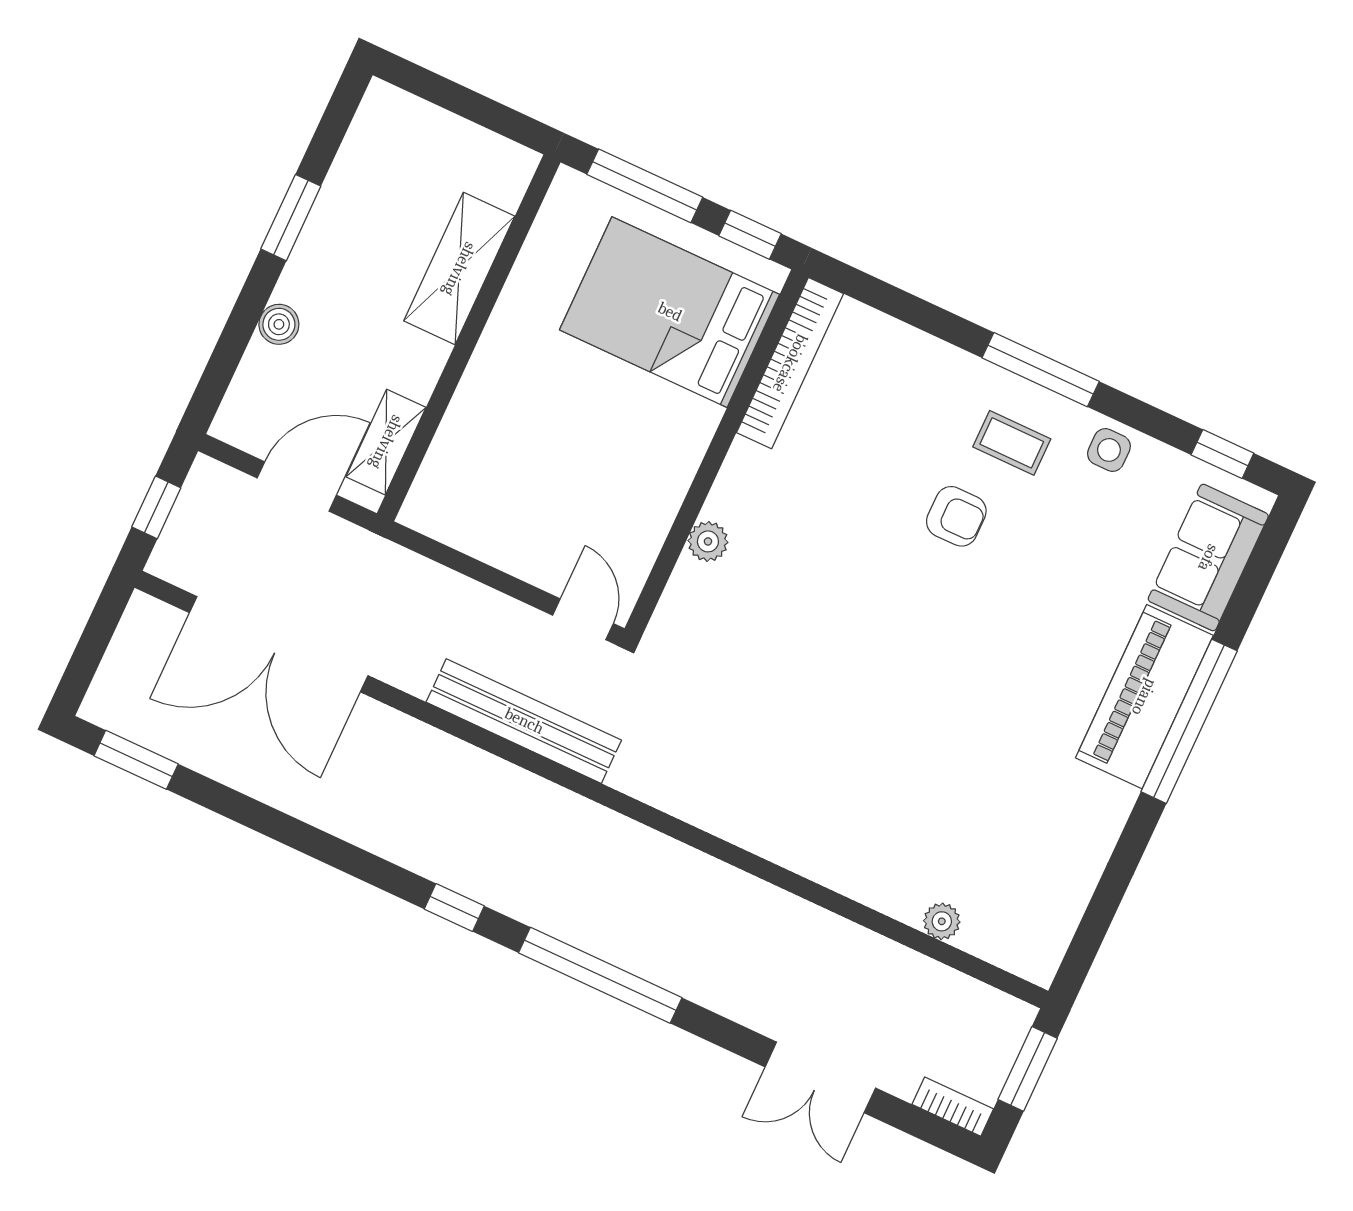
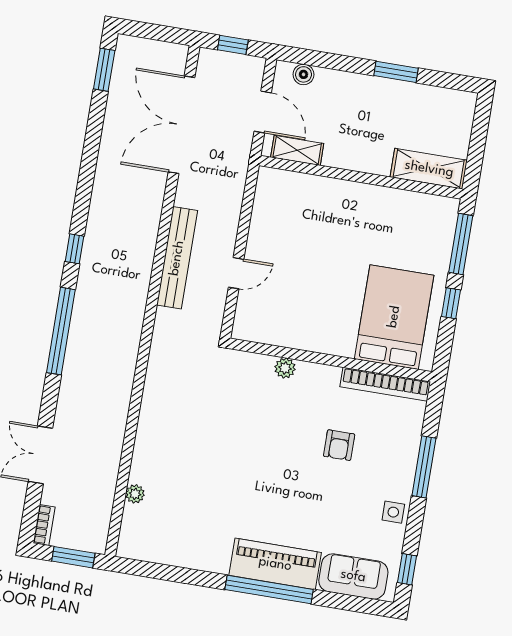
shelving: (459, 269) -> (429, 169), moved
bed: (670, 312) -> (394, 317), moved
boiler: (279, 324) -> (304, 74), moved
bookcase: (790, 363) -> (385, 384), moved
coffee table: (1012, 443) -> (383, 463), removed
wall: (716, 453) -> (330, 360), moved
plant: (708, 541) -> (285, 368), moved

